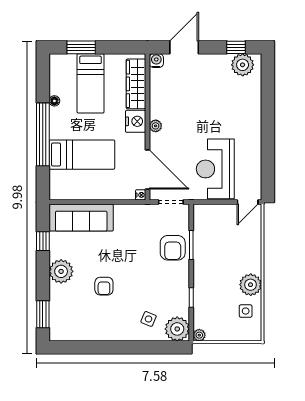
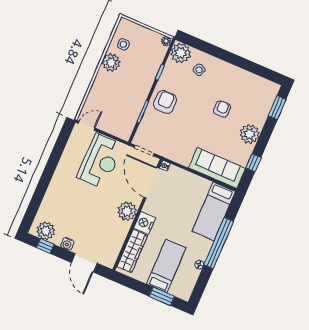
door: (184, 47) -> (84, 263), hinge flipped
water cooler: (156, 61) -> (67, 244), moved
plant: (156, 126) -> (127, 211), width x1.87, depth x1.87
bed: (82, 155) -> (214, 211), moved, turned -90
armchair: (173, 248) -> (165, 102), moved

